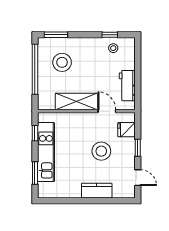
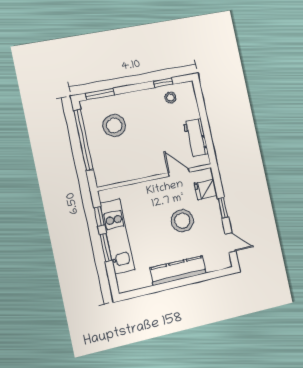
shelving: (76, 101) -> (141, 168), removed
window: (35, 173) -> (106, 247), moved
kitchen counter: (97, 191) -> (178, 271), width x1.50

